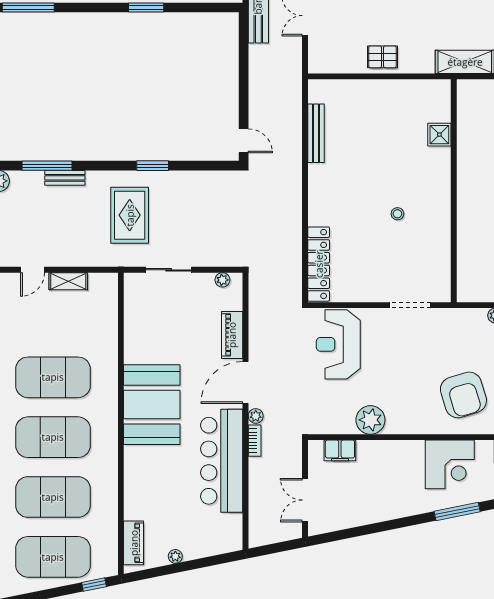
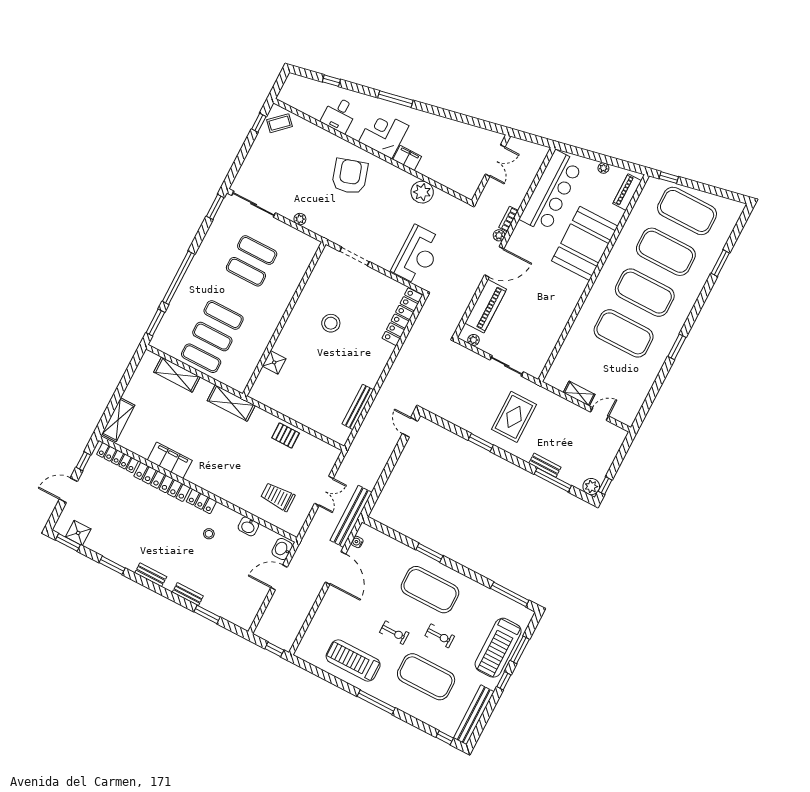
stool: (397, 214) -> (331, 323), width x1.89, depth x1.89
piano: (232, 335) -> (486, 306), width x1.37, depth x1.33
booth: (152, 405) -> (585, 243), moved
filing cabinet: (340, 450) -> (407, 158), moved
bar counter: (222, 461) -> (551, 192), moved

